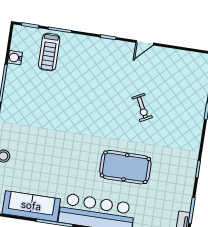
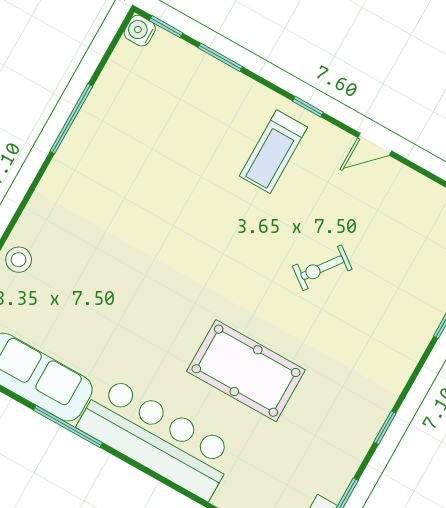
treadmill: (49, 52) -> (273, 152), moved
water cooler: (15, 58) -> (140, 31), moved
exercise bike: (142, 108) -> (322, 268), turned 64

